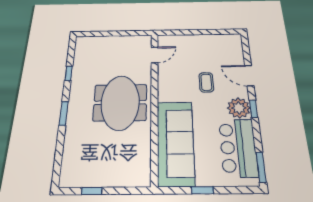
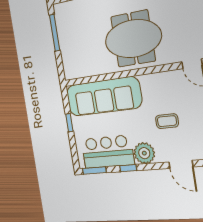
door: (249, 76) -> (181, 164), swing flipped
window: (254, 109) -> (128, 168), moved
window: (92, 191) -> (55, 33), width x2.17

